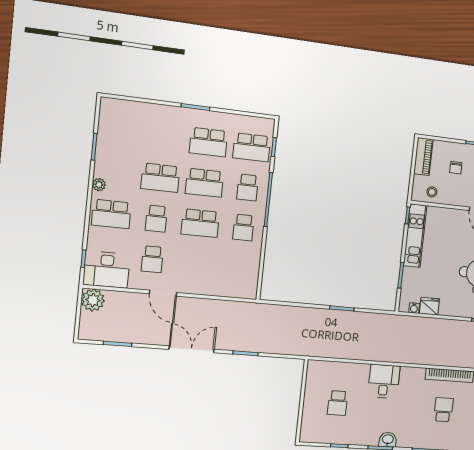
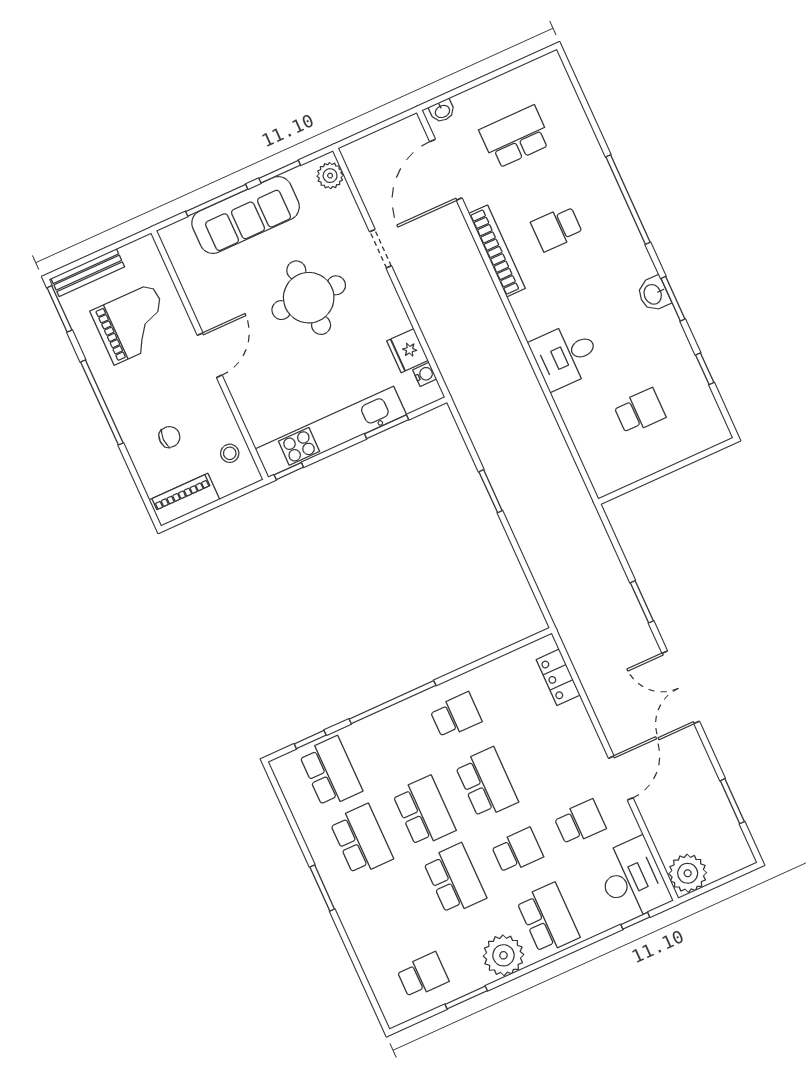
plant: (99, 185) -> (503, 955), width x1.88, depth x1.88
school desk: (248, 188) -> (423, 975), moved
kitchen unit: (415, 236) -> (331, 432), width x1.36
locker: (232, 290) -> (558, 677), added

